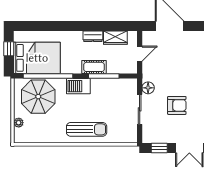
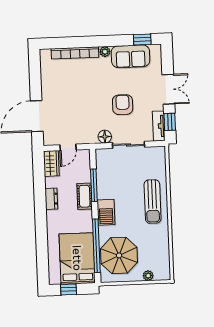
wardrobe: (115, 38) -> (51, 163), moved
door: (140, 54) -> (68, 147), swing flipped
sun lounger: (87, 129) -> (153, 202), turned 180
tv unit: (156, 138) -> (159, 126), added

